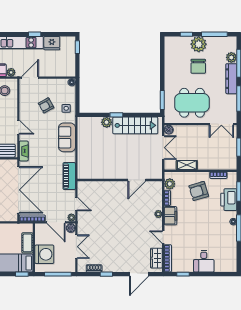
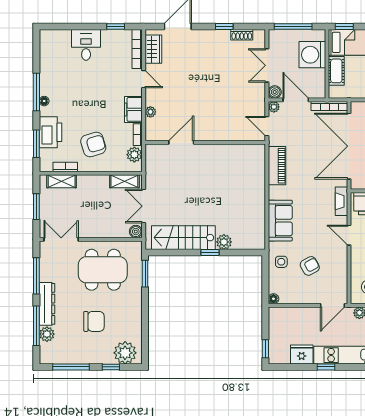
plant: (199, 44) -> (125, 353), moved
chair: (198, 66) -> (94, 321), turned 90
shelving: (187, 165) -> (124, 181), moved
shelving: (221, 165) -> (62, 181), added
wall: (120, 180) -> (205, 142), moved
door: (137, 180) -> (181, 142), moved

